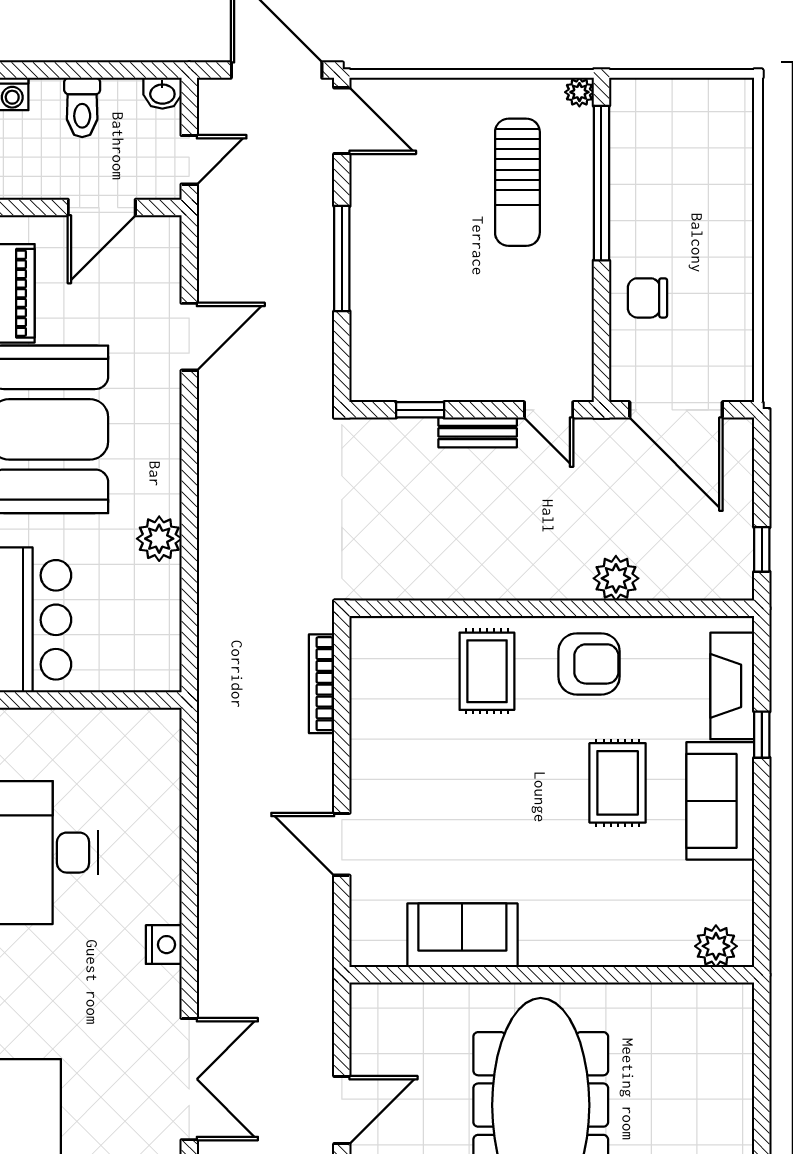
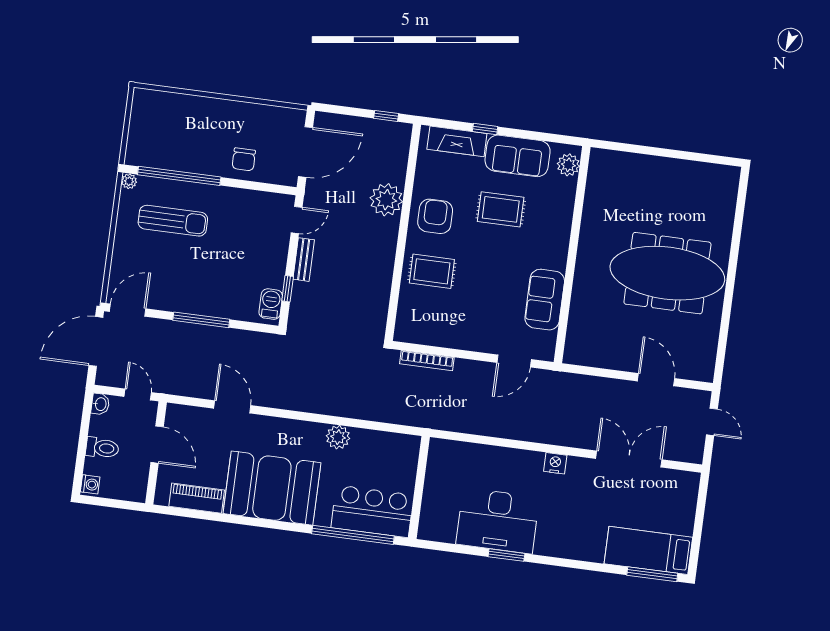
barbecue: (388, 383) -> (271, 304), added
plant: (616, 578) -> (386, 200), width x1.36, depth x1.36
sofa: (462, 935) -> (545, 300), moved
plant: (716, 946) -> (568, 165), moved
wall: (552, 975) -> (572, 255), moved

